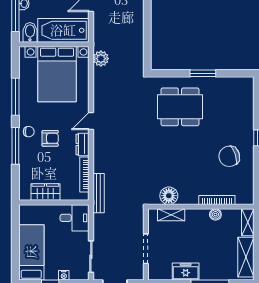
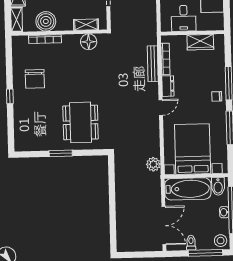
dining table: (180, 107) -> (81, 122), turned 90
armchair: (50, 138) -> (197, 91), removed
chair: (229, 156) -> (35, 79), turned 108
bench: (99, 193) -> (153, 64), moved
boiler: (215, 214) -> (46, 21), width x1.86, depth x1.86
desk: (75, 218) -> (184, 18), moved, turned -90

